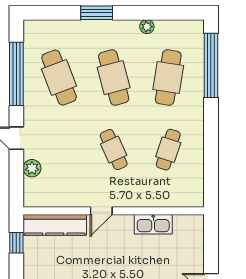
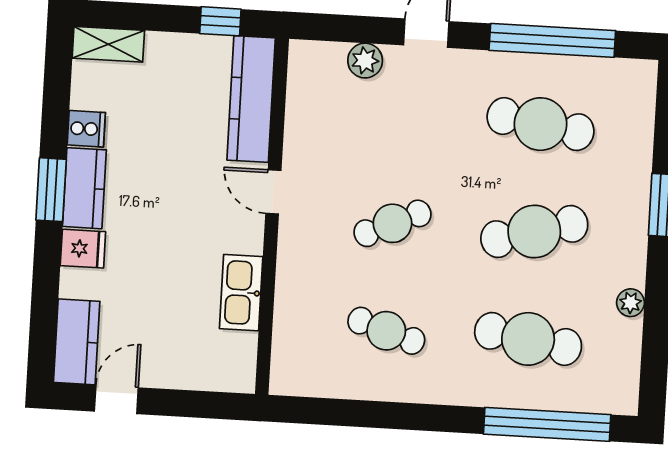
cafe table: (59, 78) -> (540, 124), turned 30

